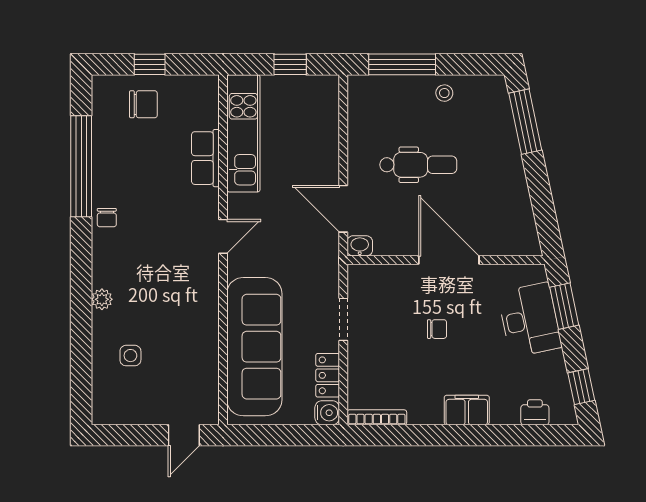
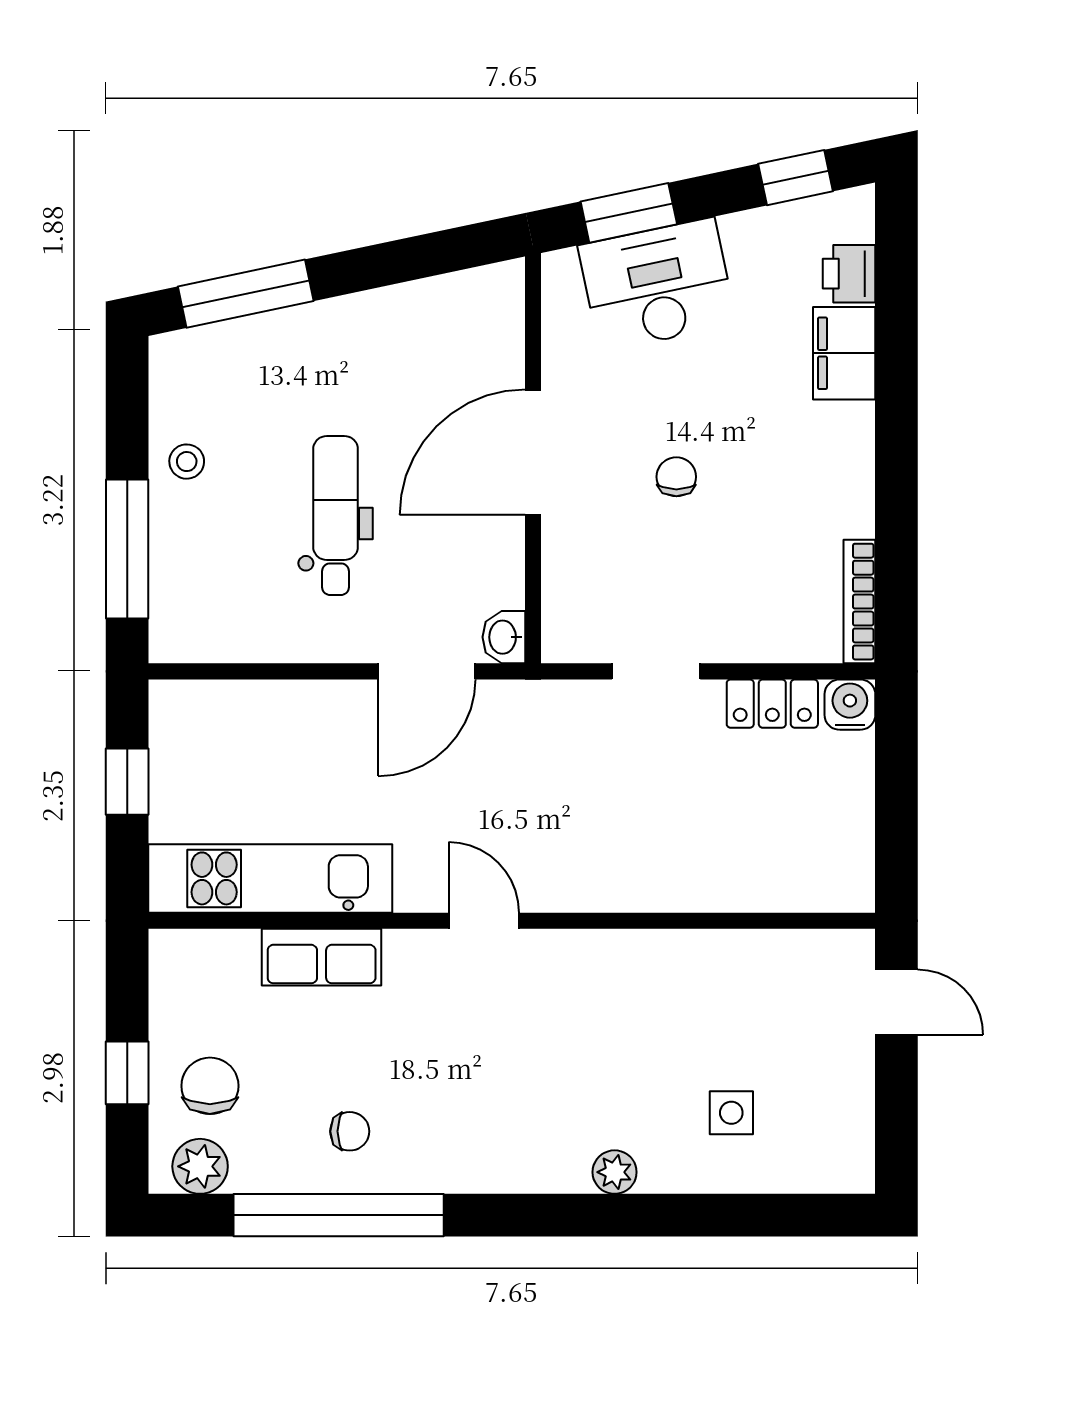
plant: (105, 99) -> (200, 1166), added
chair: (107, 218) -> (350, 1131), moved
sofa: (254, 347) -> (713, 856), removed
filing cabinet: (467, 410) -> (844, 353), moved

